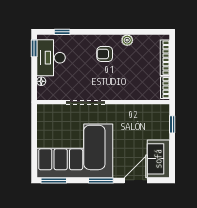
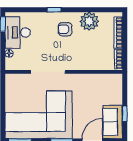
window: (62, 32) -> (54, 10), moved
plant: (127, 40) -> (89, 21), width x1.87, depth x1.87
window: (172, 124) -> (125, 114), moved

